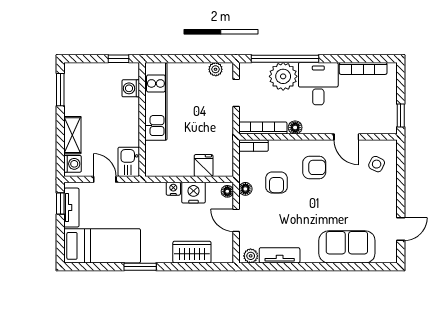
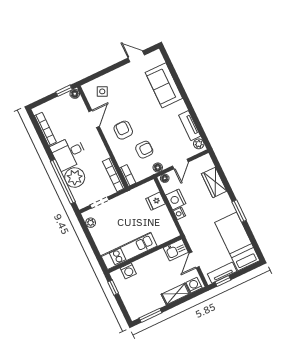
floor lamp: (295, 127) -> (75, 94), moved

